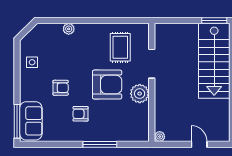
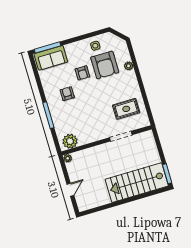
armchair: (107, 85) -> (105, 65), moved
plant: (140, 94) -> (70, 141), moved

